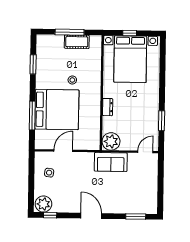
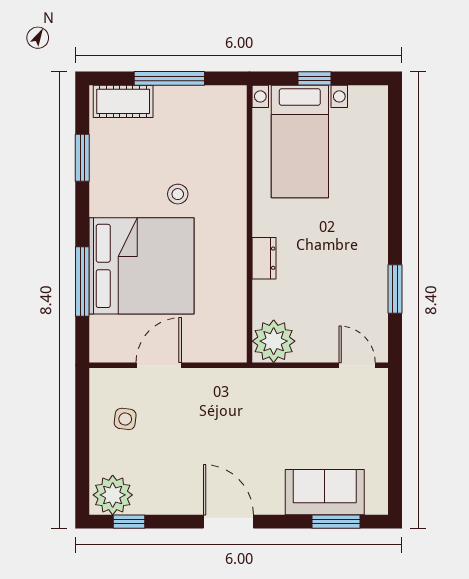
cot: (77, 42) -> (123, 101), moved
bed with nightstands: (130, 59) -> (300, 141), width x0.73
door: (145, 152) -> (357, 365), hinge flipped
sofa: (111, 162) -> (325, 492), moved, turned 180

